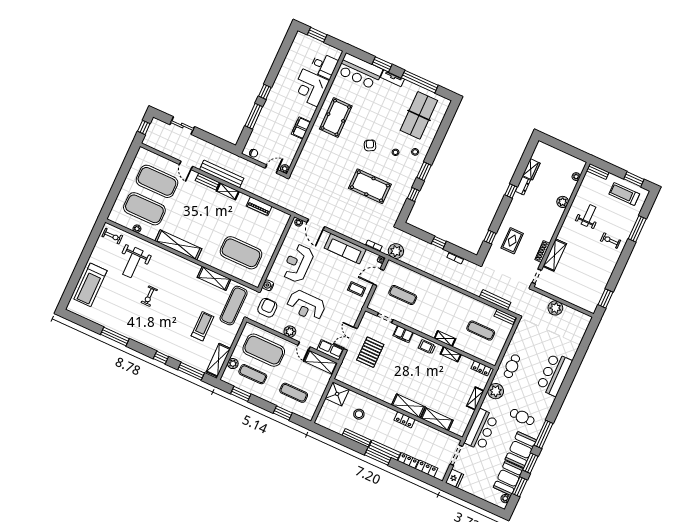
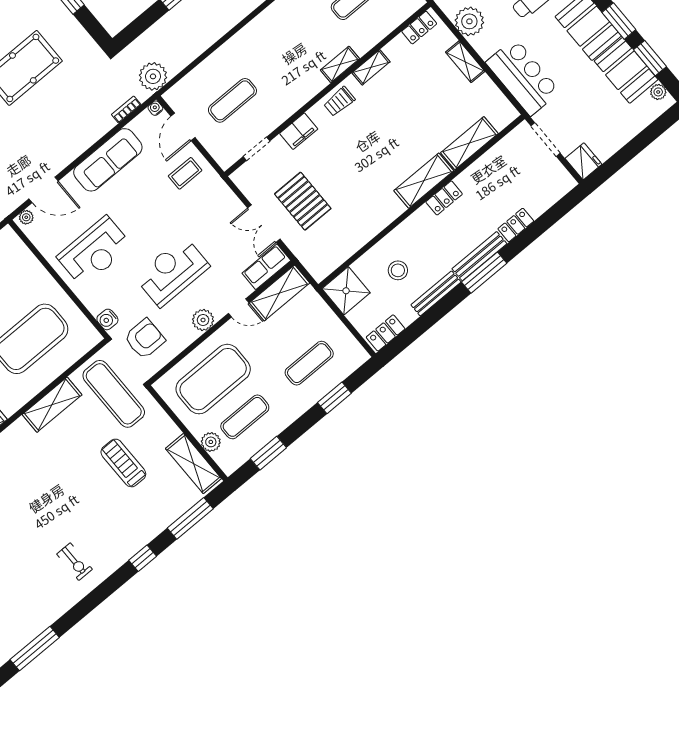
reception desk: (298, 263) -> (94, 251), turned -90
exercise bike: (149, 296) -> (75, 562), moved
reception desk: (306, 306) -> (172, 272), turned 180
armchair: (267, 308) -> (145, 339), turned 90
window: (115, 337) -> (35, 648), moved
locker: (427, 469) -> (386, 333), moved

